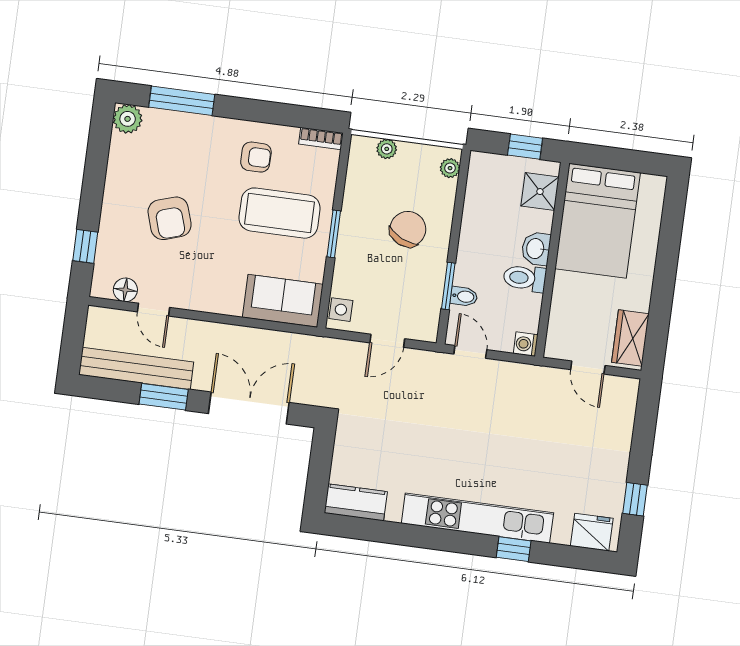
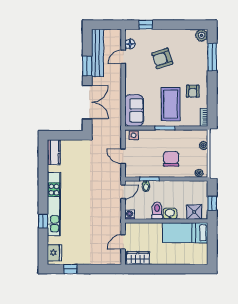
bed: (598, 221) -> (185, 233), width x0.67
chair: (408, 229) -> (171, 159), turned -115

